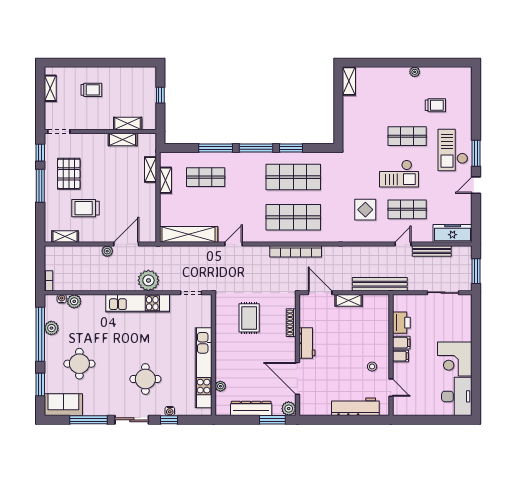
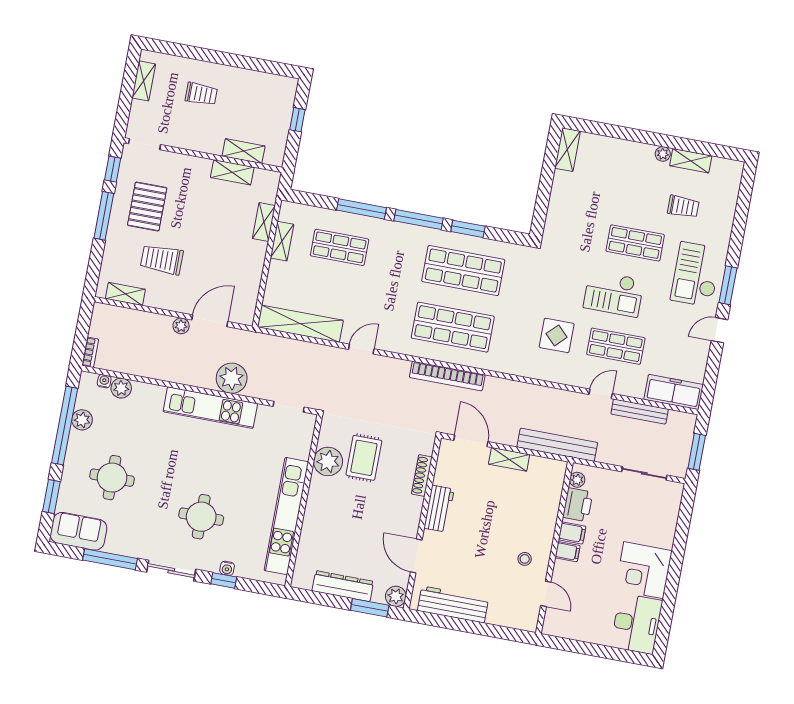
shelving: (435, 73) -> (691, 161), added
plant: (398, 306) -> (577, 480), added
door: (297, 378) -> (416, 556), width x0.73
plant: (220, 386) -> (328, 461), moved, width x1.87, depth x1.87
workbench: (355, 407) -> (453, 604), moved

